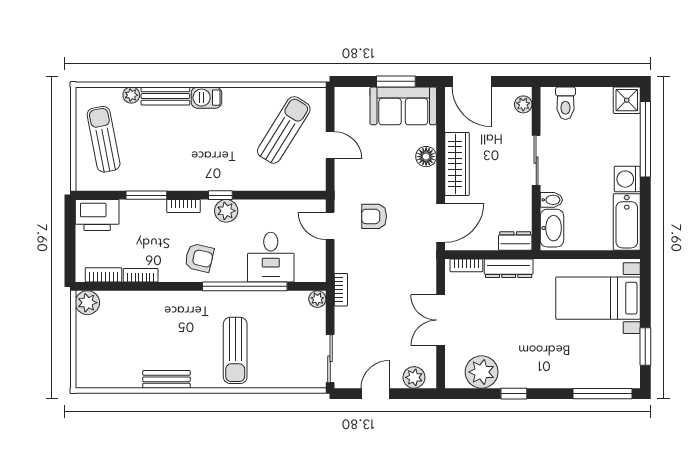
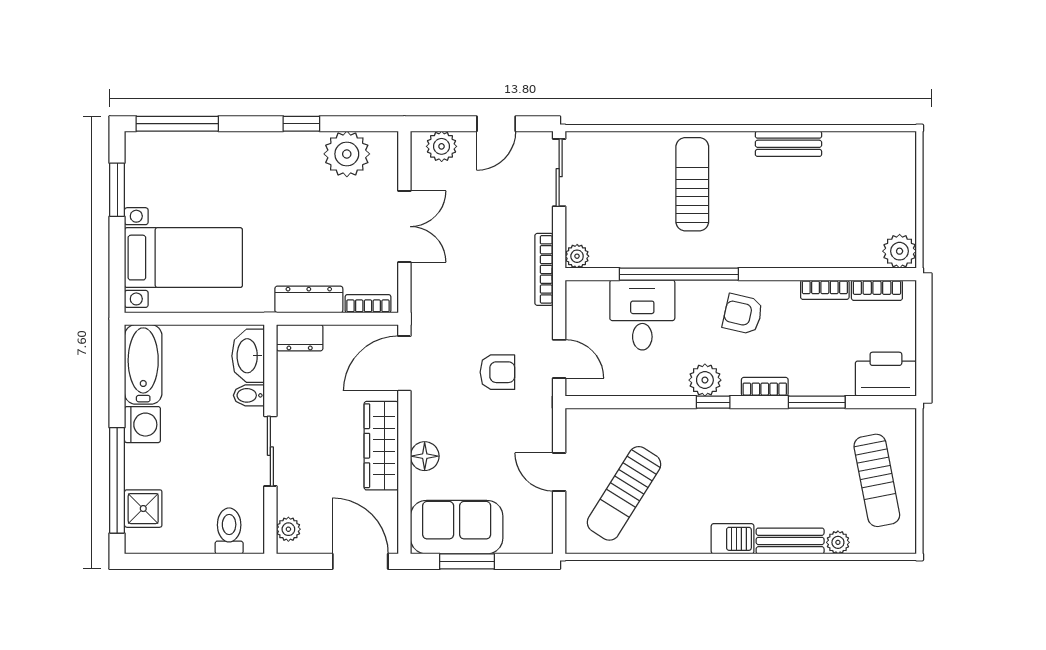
shower: (627, 100) -> (143, 509), moved
bookcase: (341, 290) -> (544, 269), width x1.56

